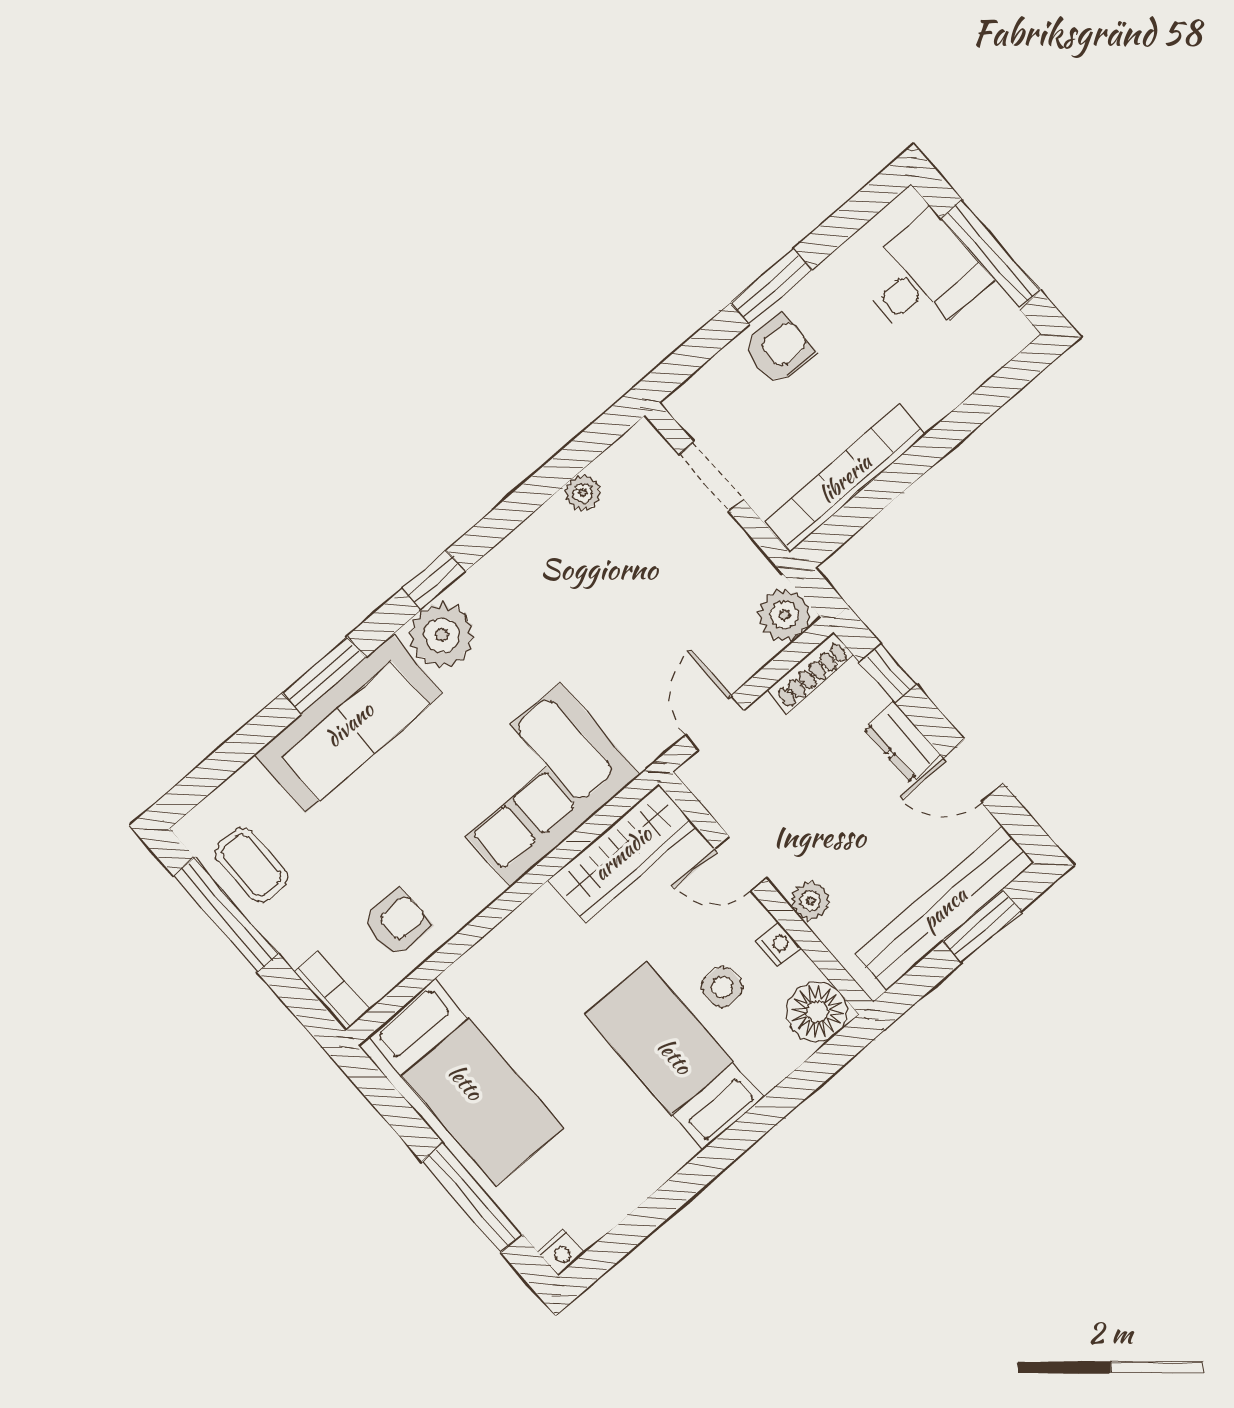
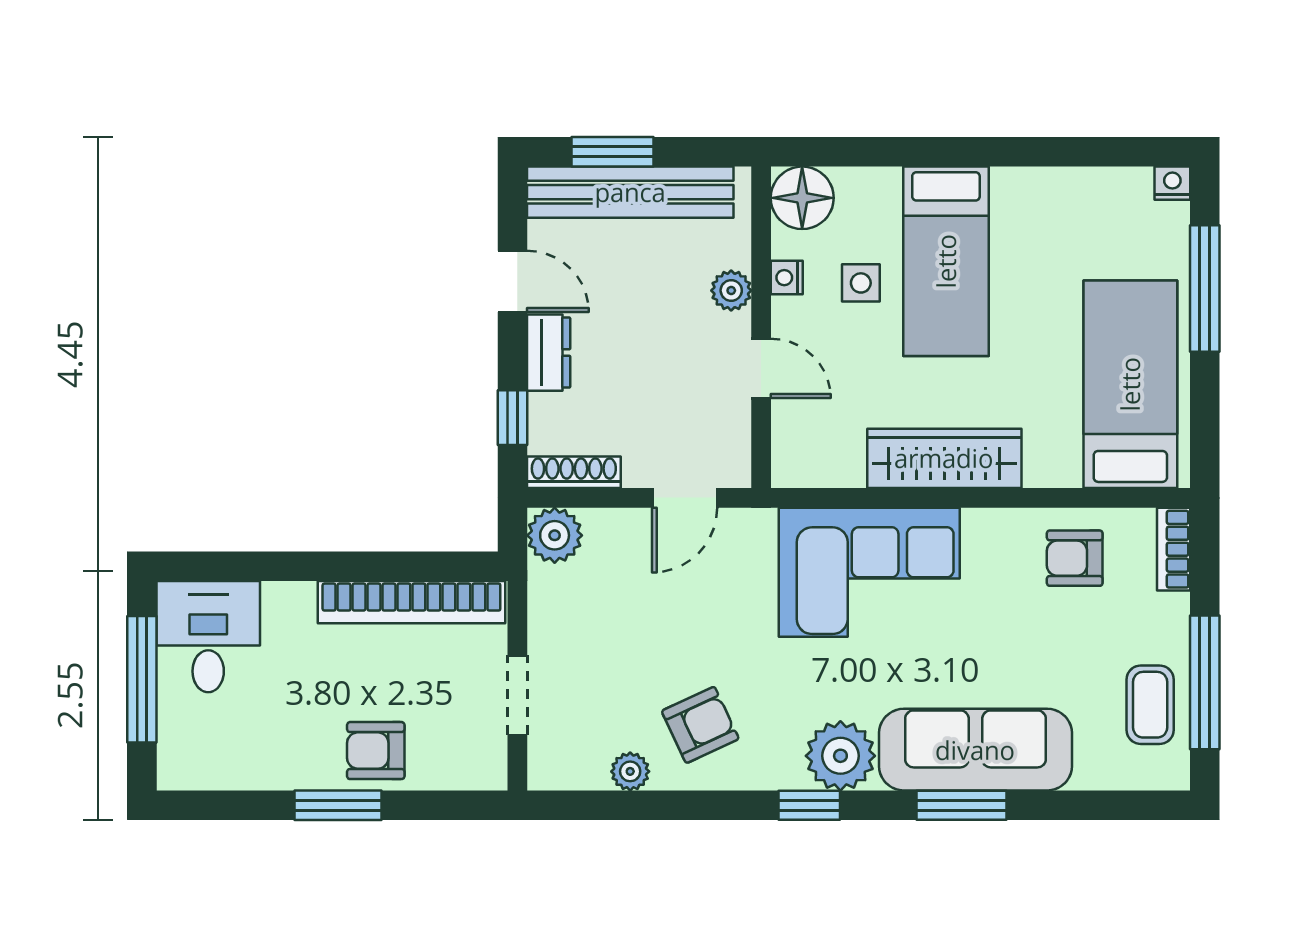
desk: (922, 278) -> (208, 637), moved, turned 90
armchair: (562, 570) -> (700, 725), added
wardrobe: (622, 853) -> (944, 458), moved

